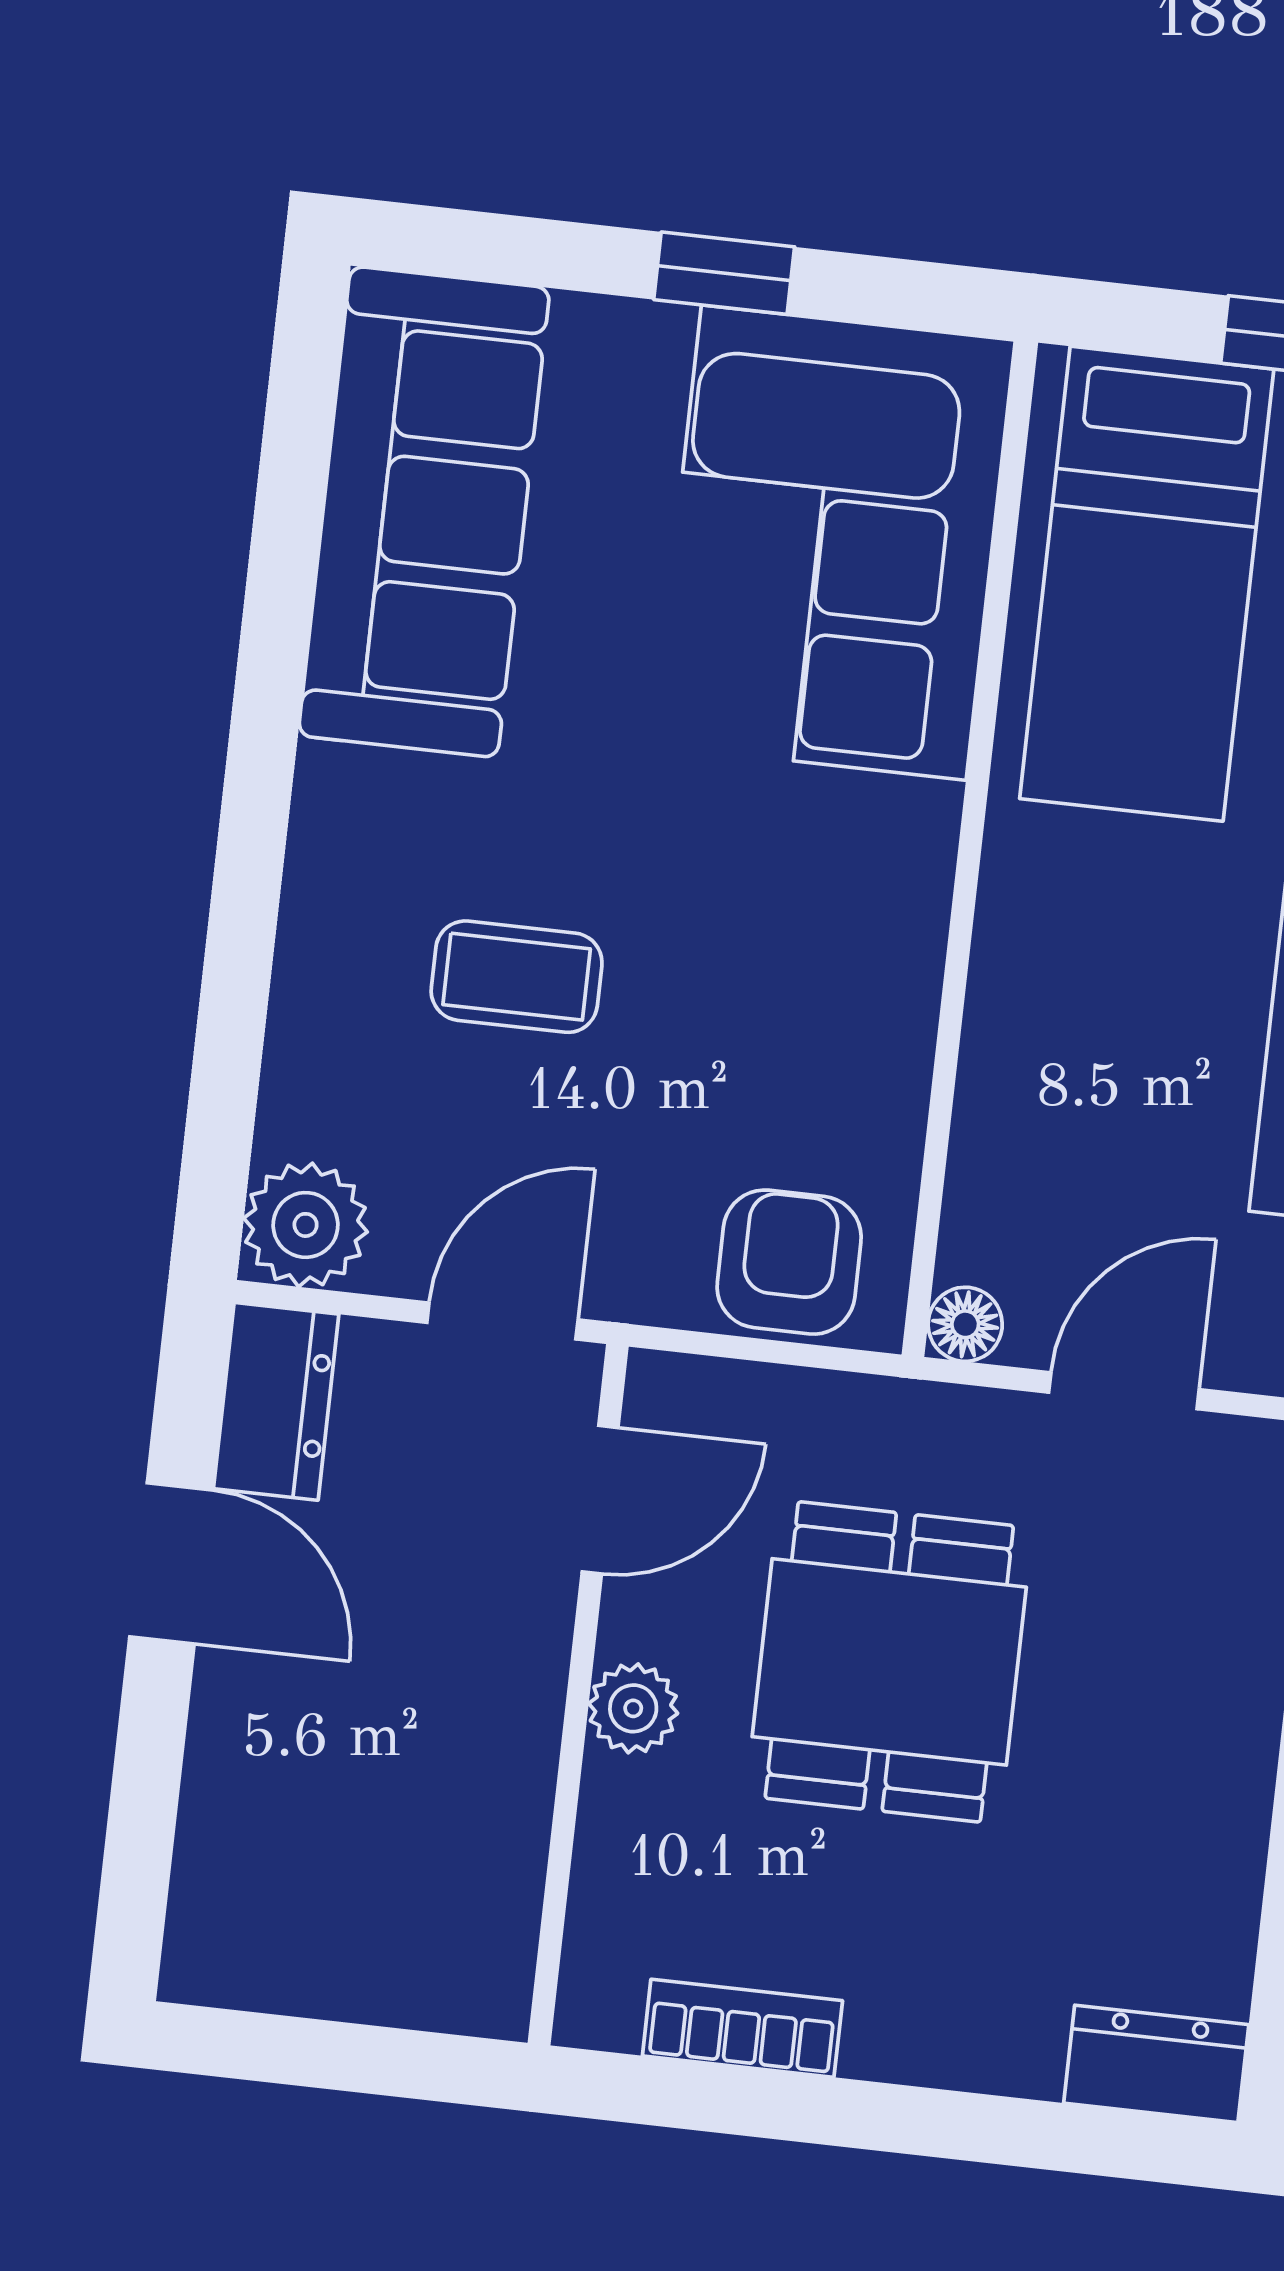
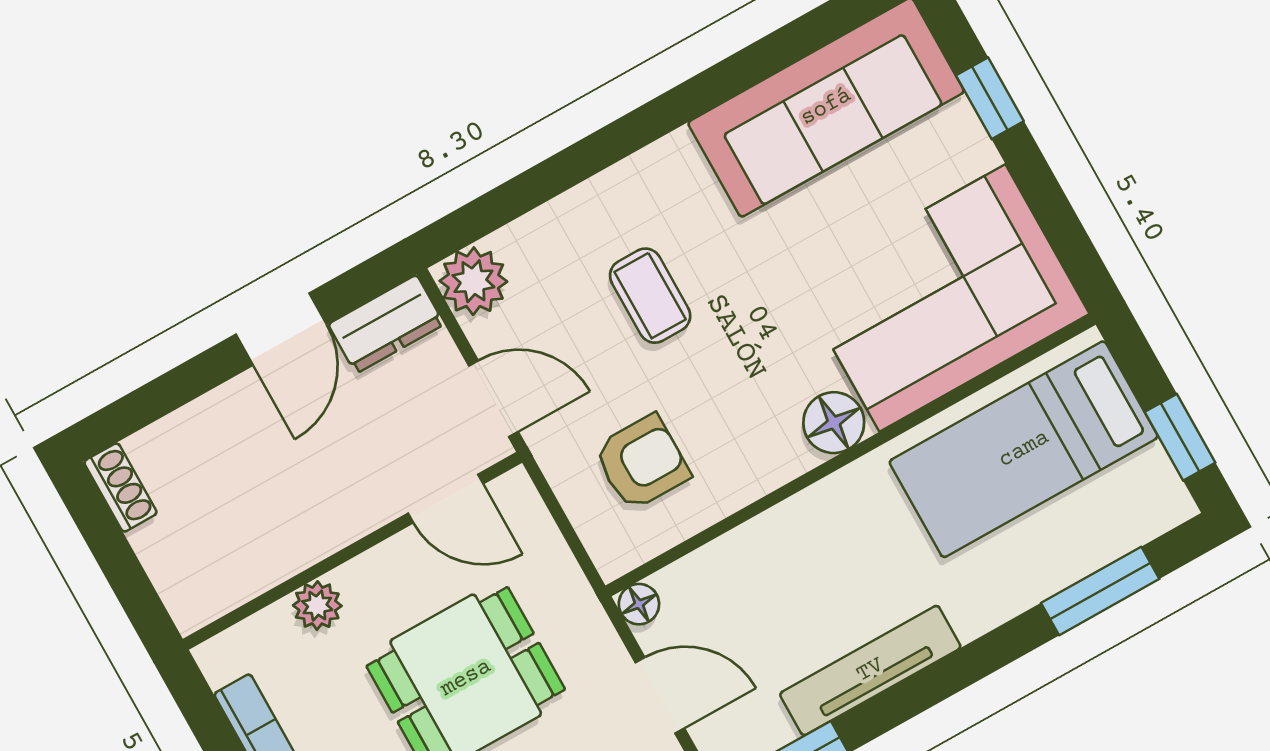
window: (724, 273) -> (990, 98), moved
floor lamp: (903, 839) -> (834, 423), added
armchair: (789, 1262) -> (642, 462), moved
plant: (633, 1708) -> (317, 606), moved
shoe rack: (235, 1973) -> (120, 487), added

